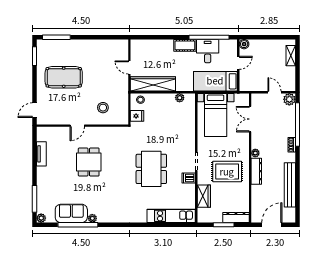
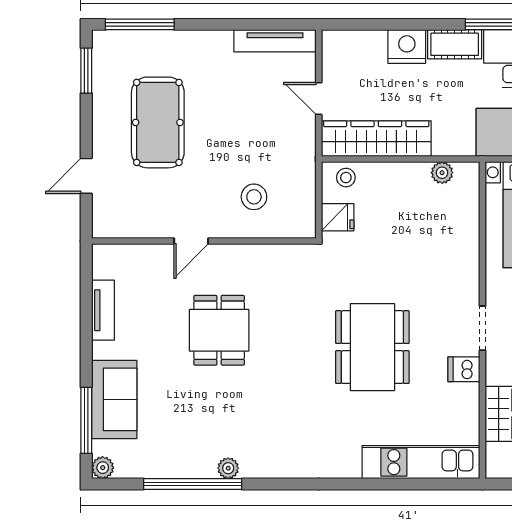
tv unit: (112, 44) -> (275, 41), added
nightstand: (165, 46) -> (407, 47), added
pool table: (64, 77) -> (158, 122), turned 90
door: (34, 110) -> (86, 176), moved
sofa: (71, 213) -> (114, 399), moved, turned 90

